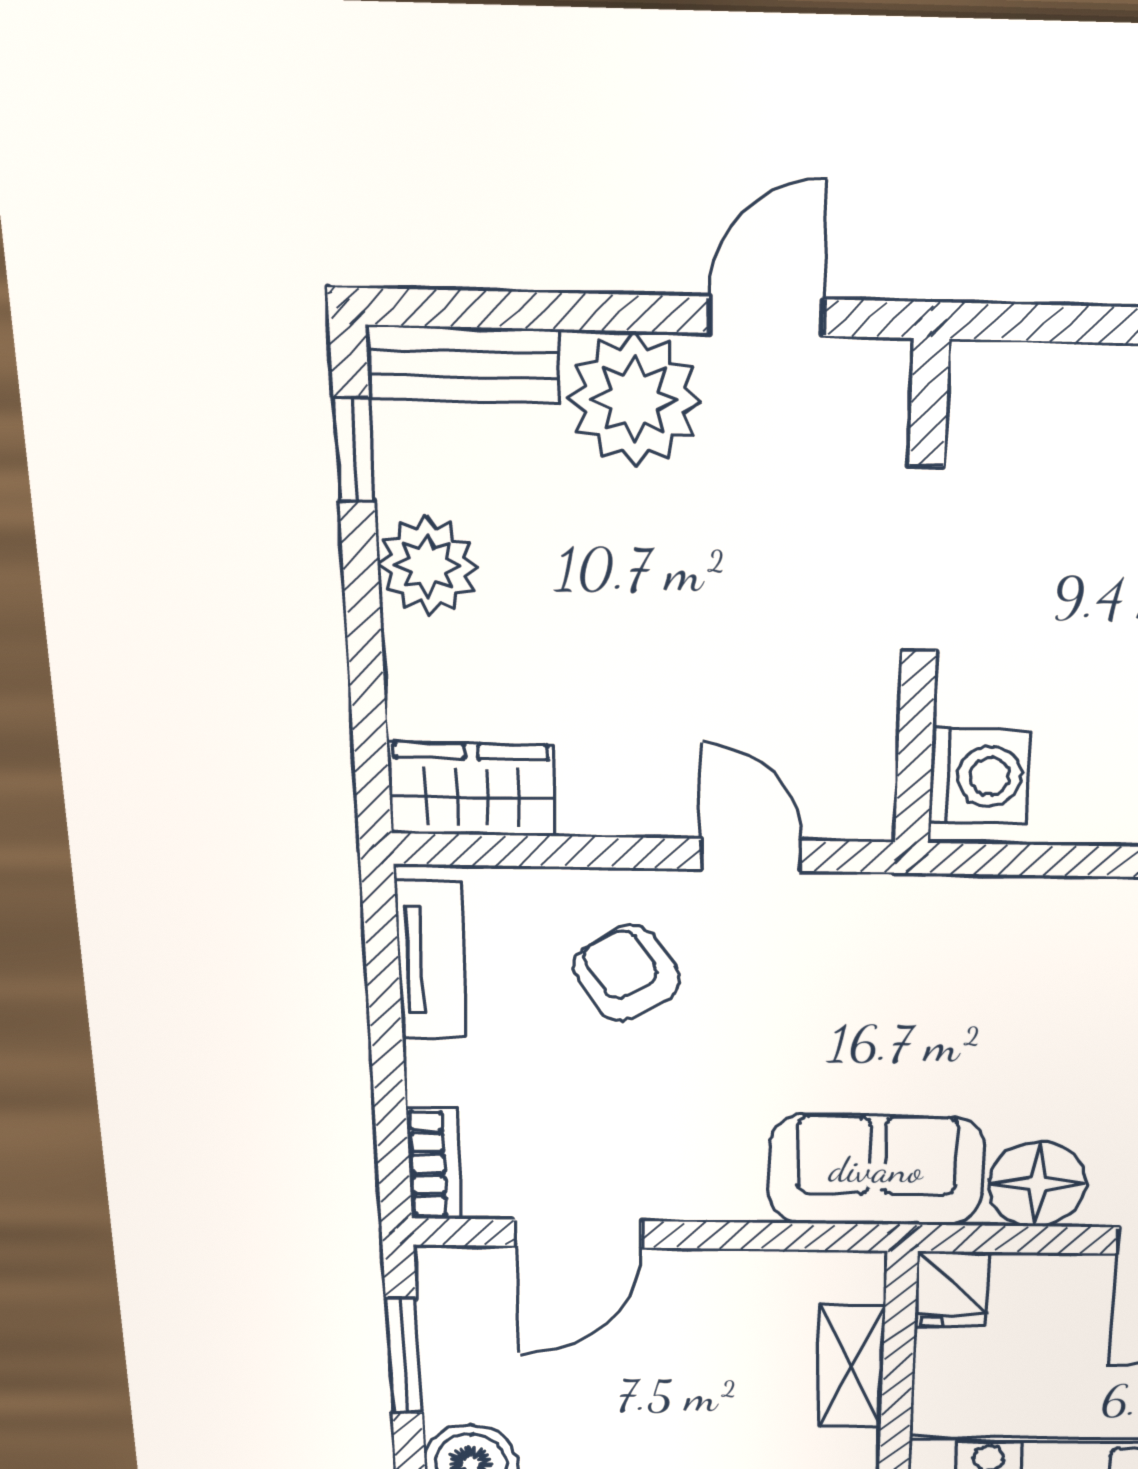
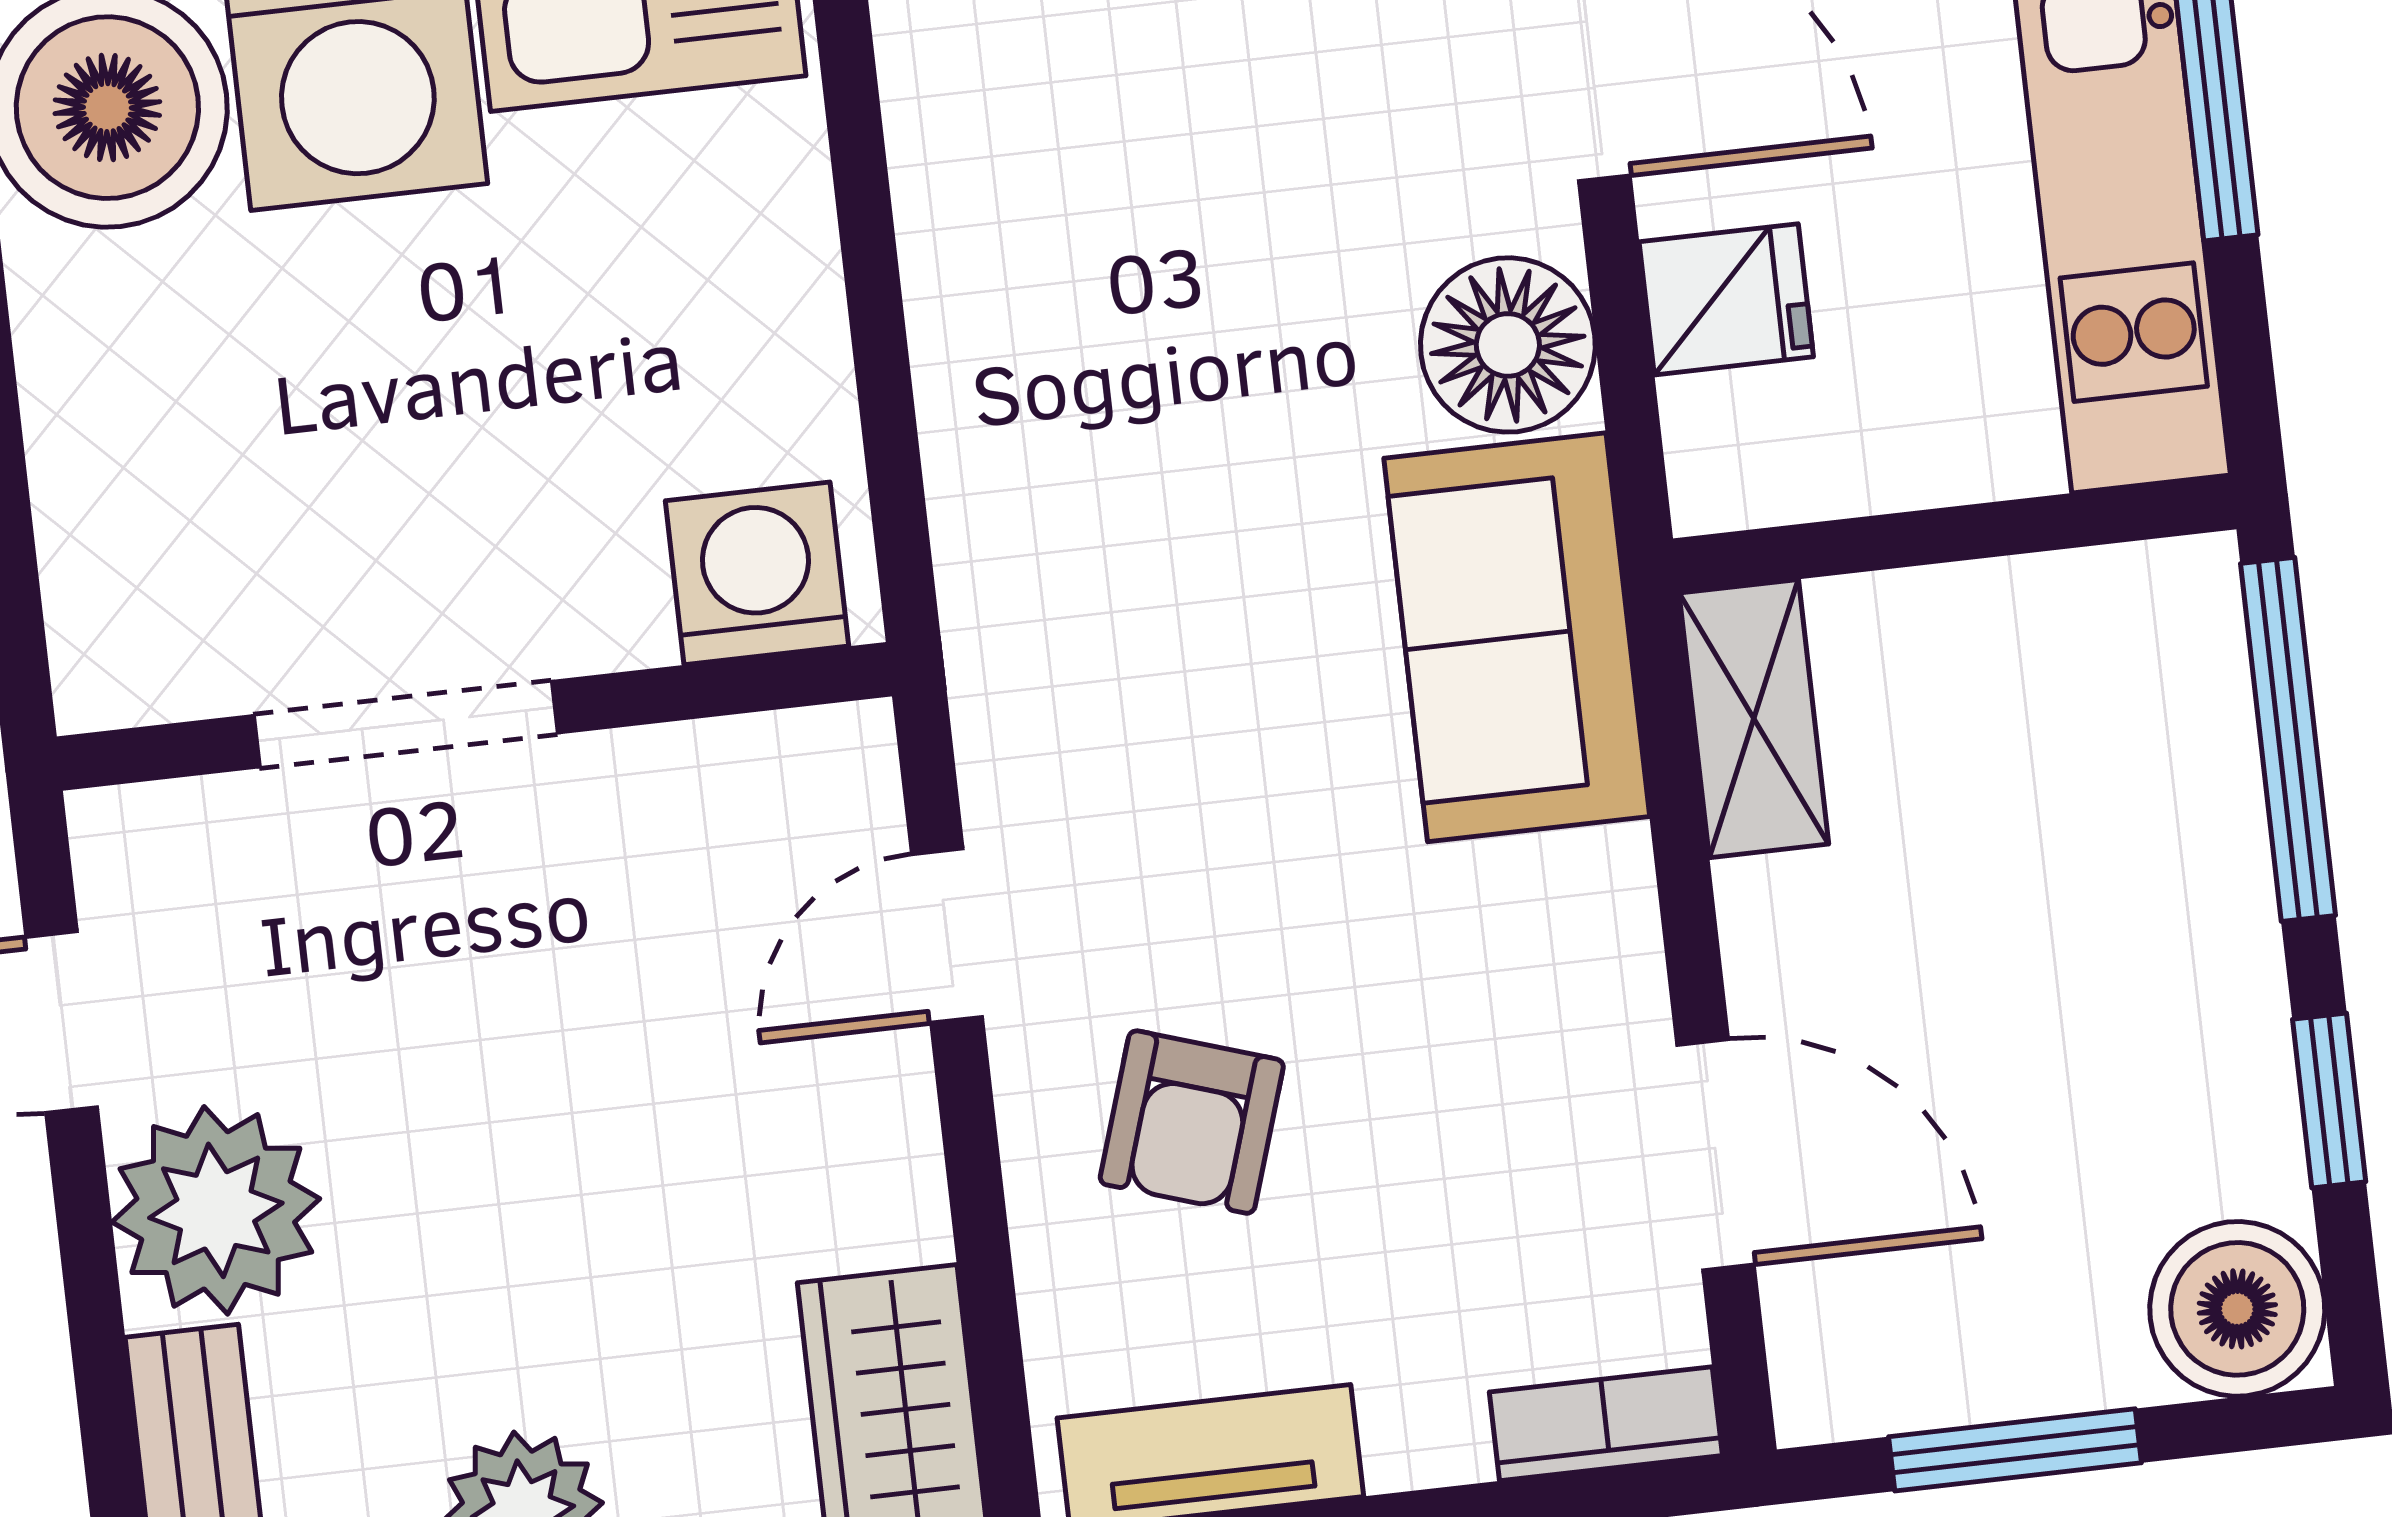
armchair: (626, 973) -> (1192, 1122), turned -40
fridge: (952, 1289) -> (1726, 299), moved
shelving: (851, 1366) -> (1754, 719), moved, turned 90

